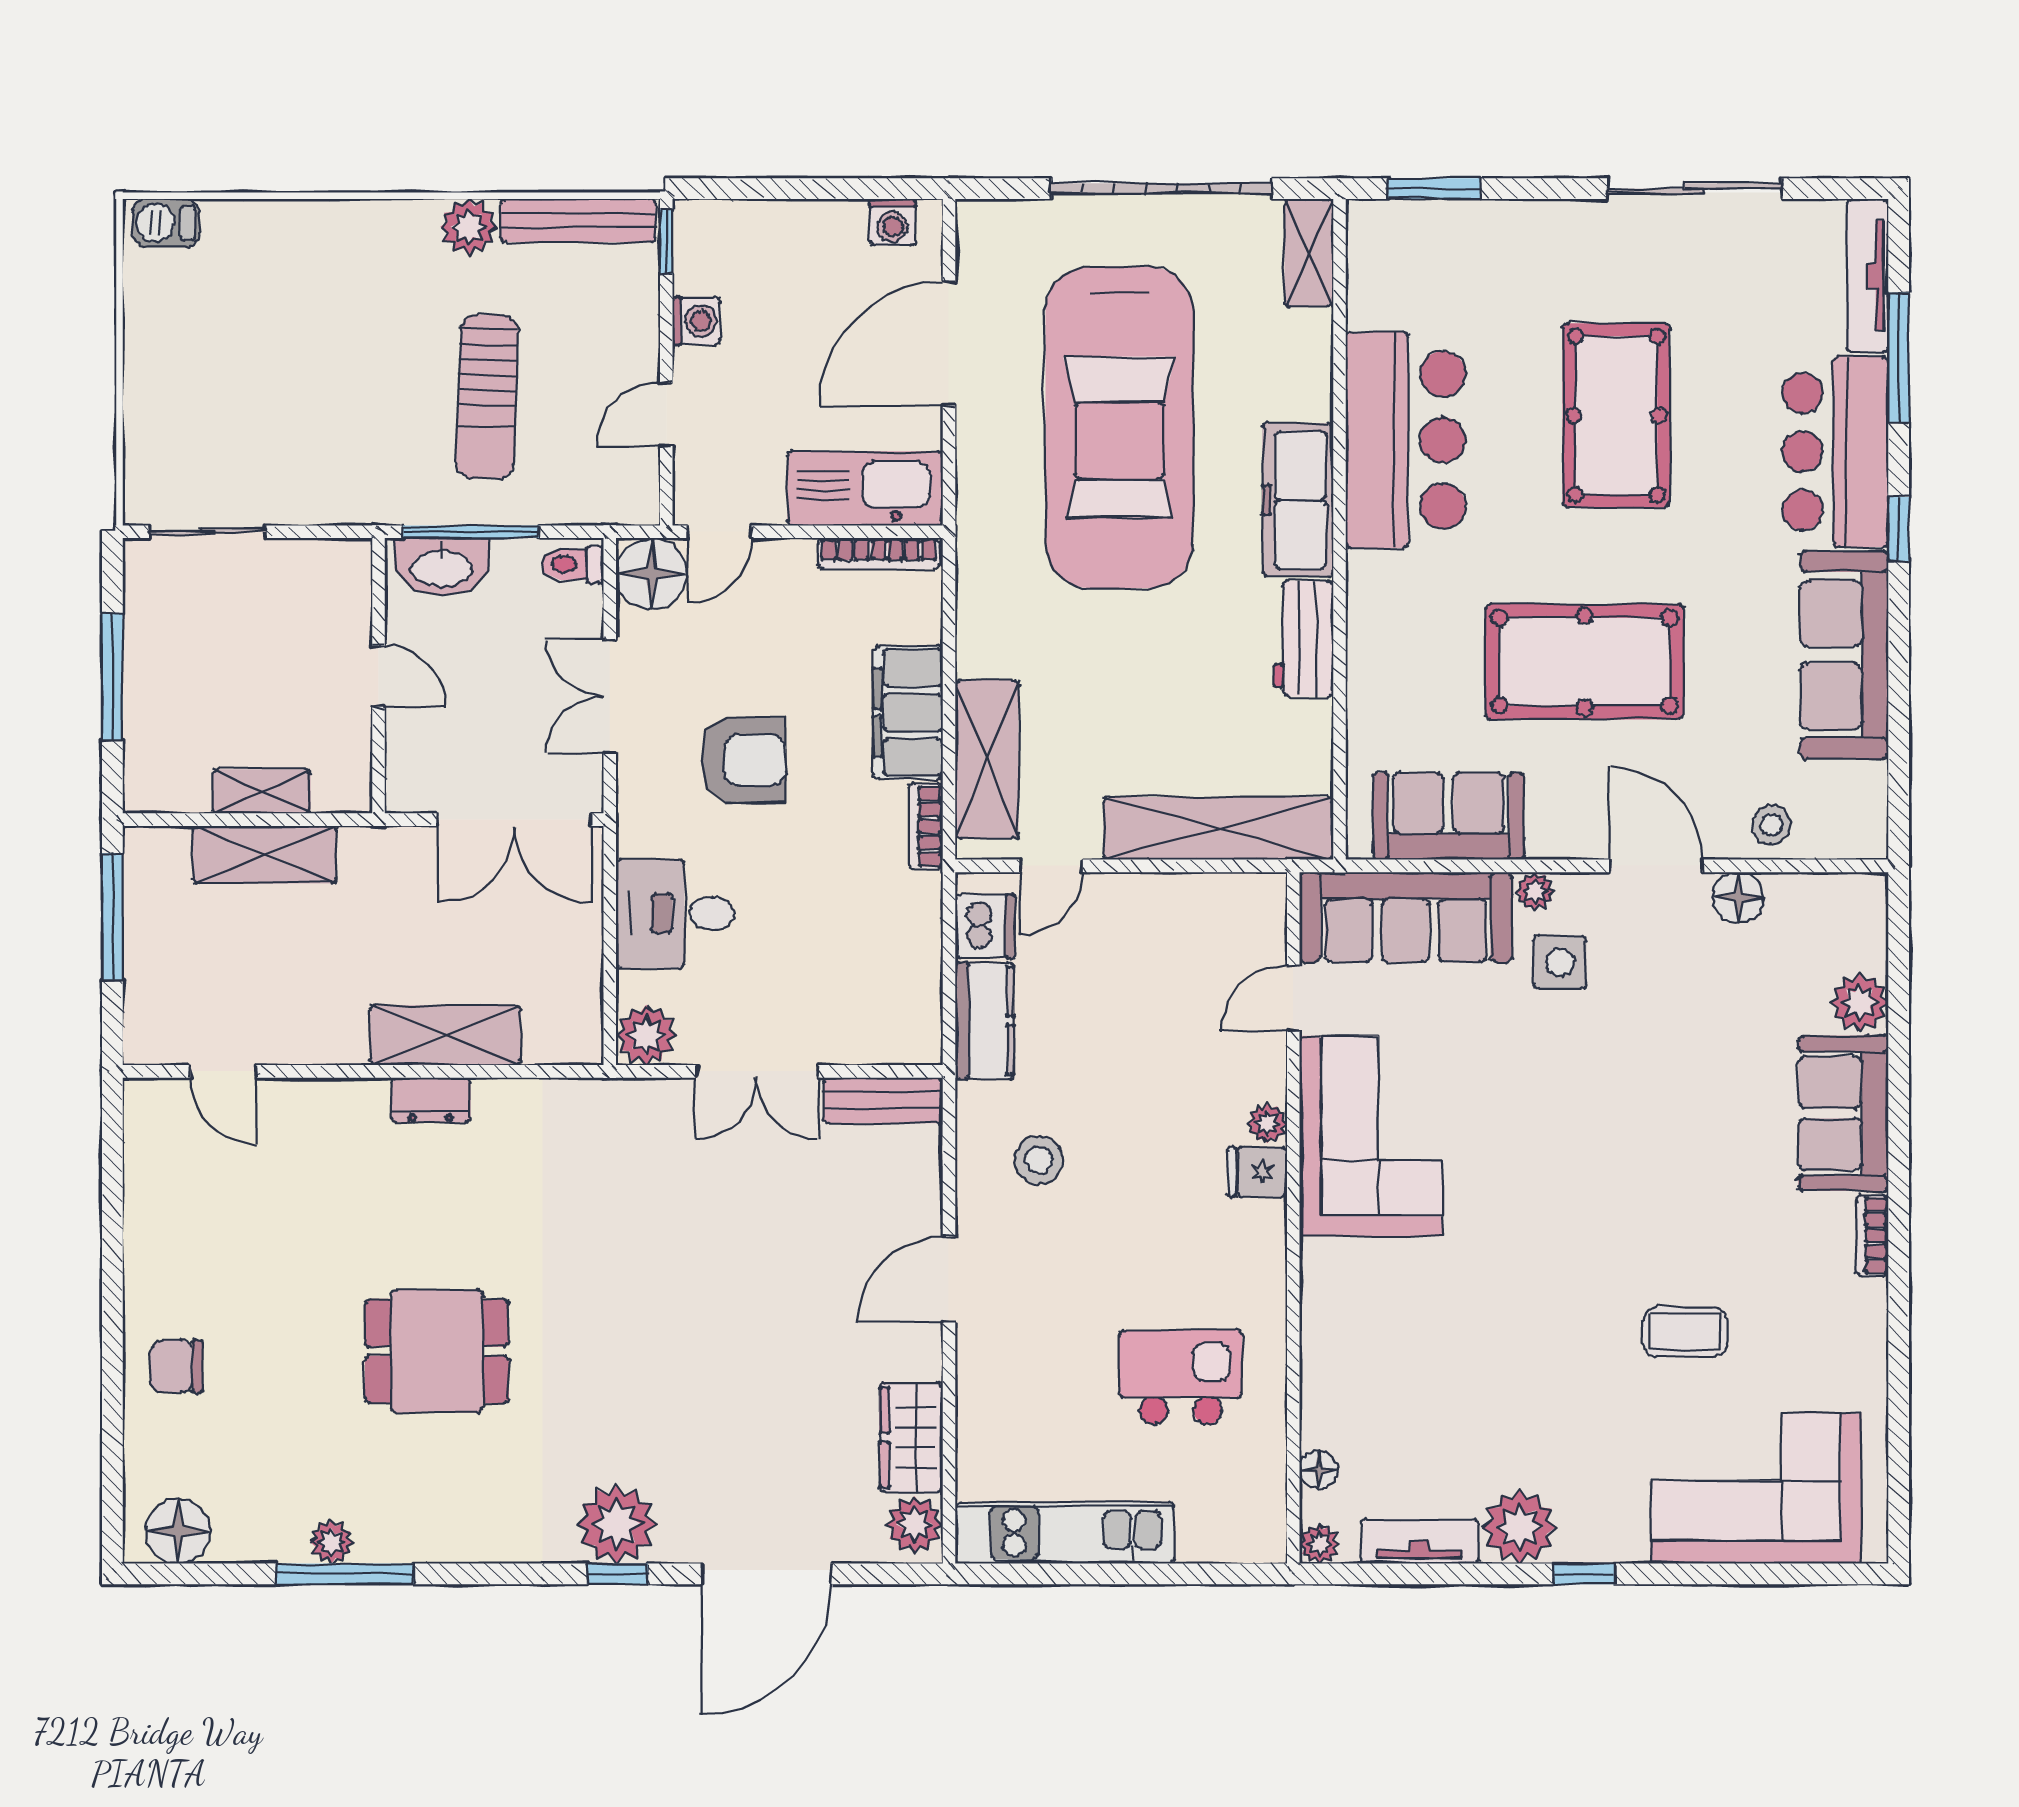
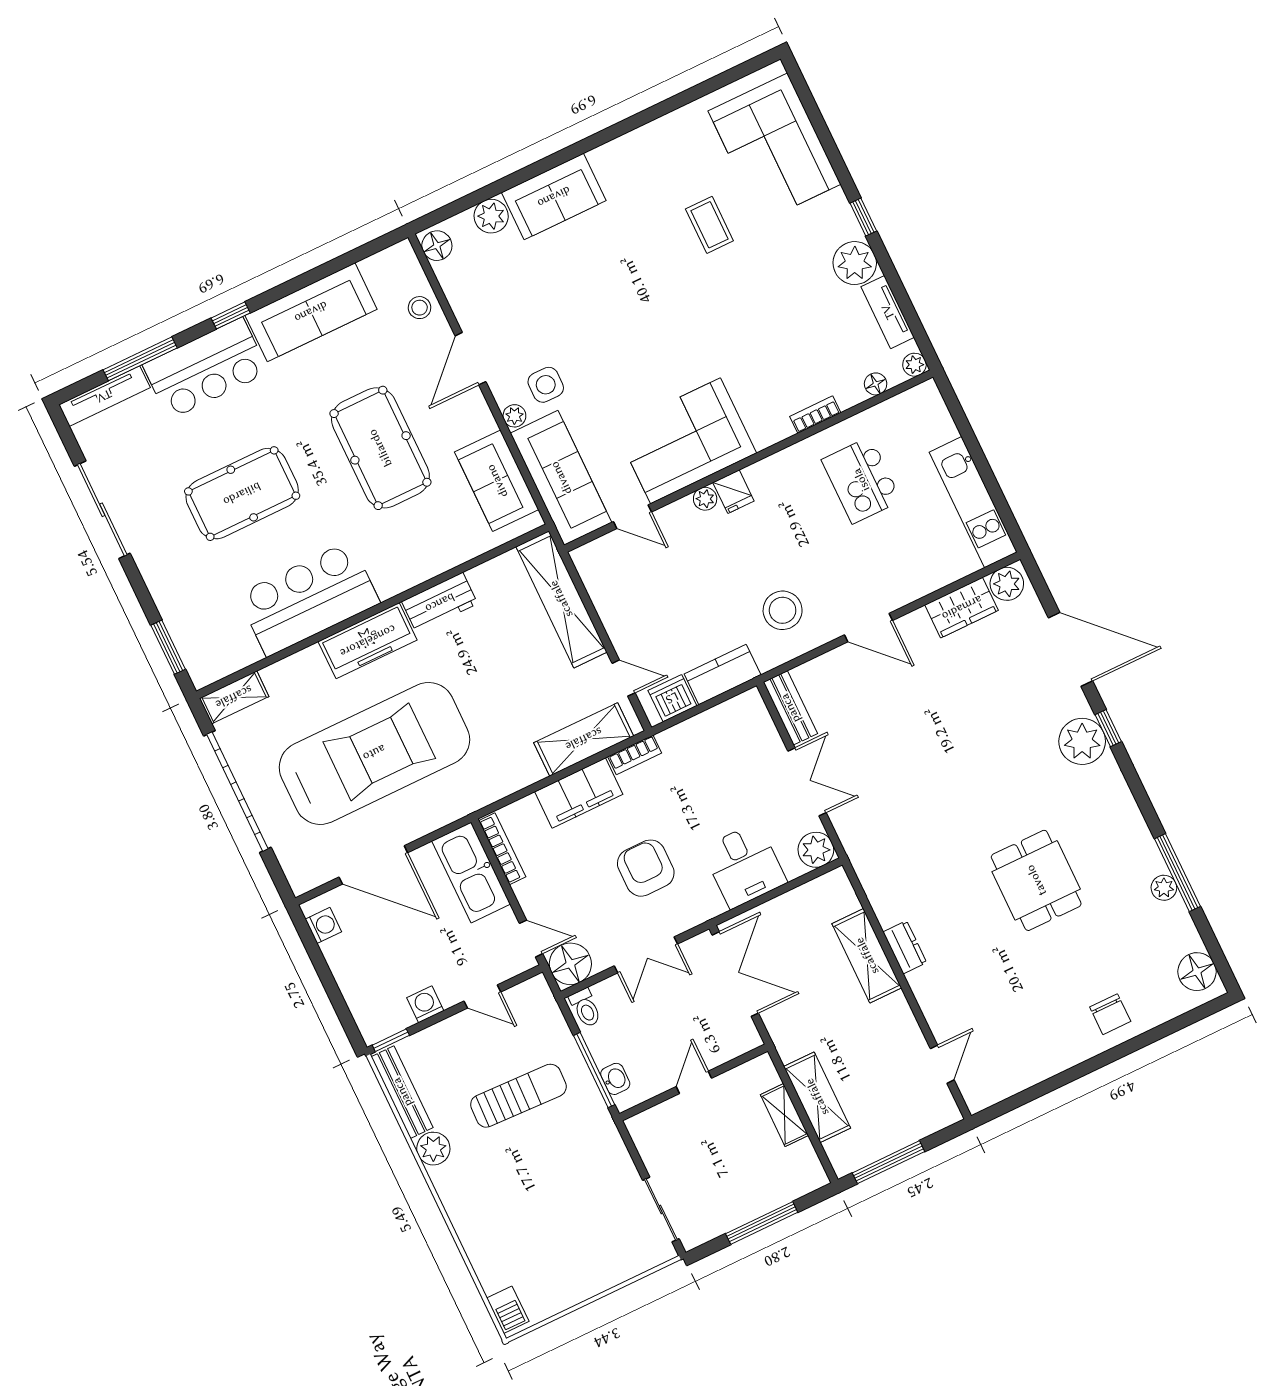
washbasin: (442, 567) -> (615, 1079), width x0.52, depth x0.69
floor lamp: (1738, 897) -> (437, 246), moved
stool: (1039, 1160) -> (783, 610), width x1.38, depth x1.38
bookcase: (1872, 1236) -> (815, 415), moved, turned 180

